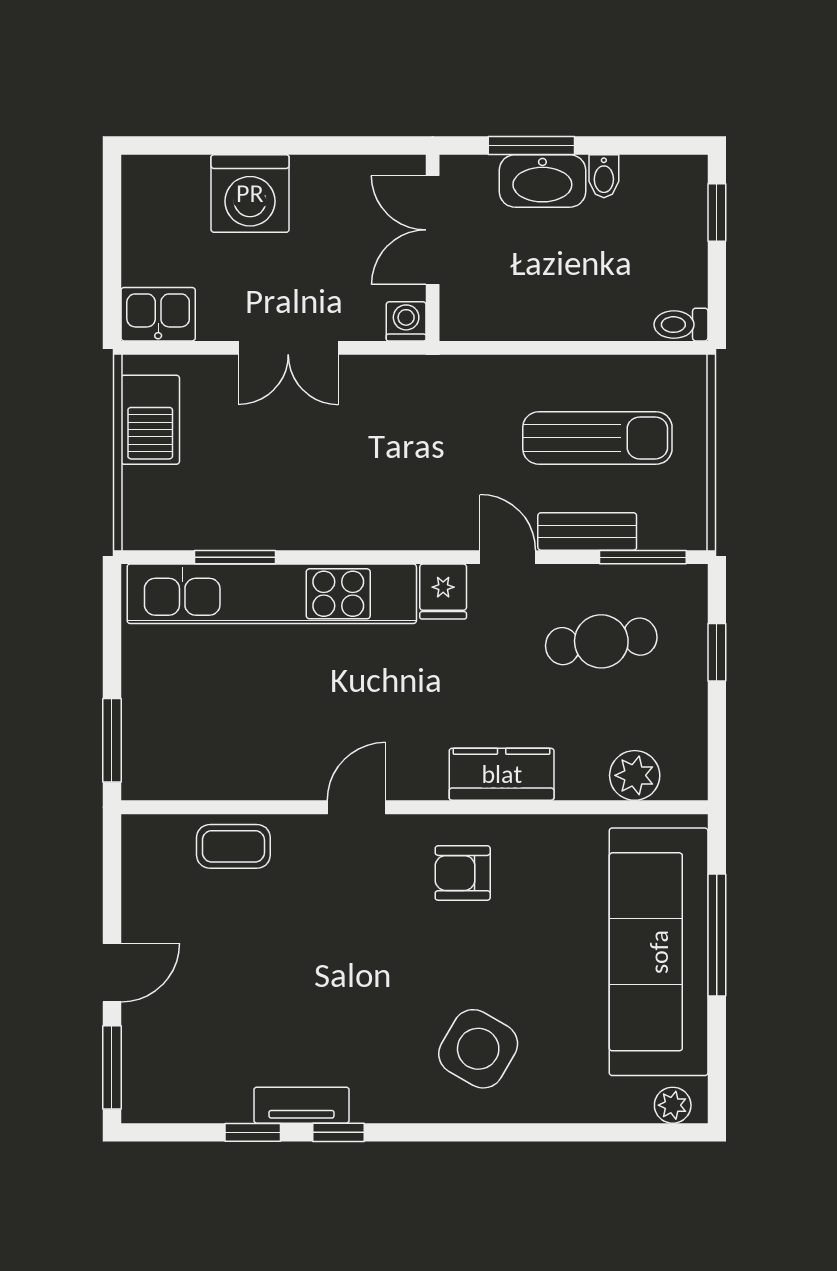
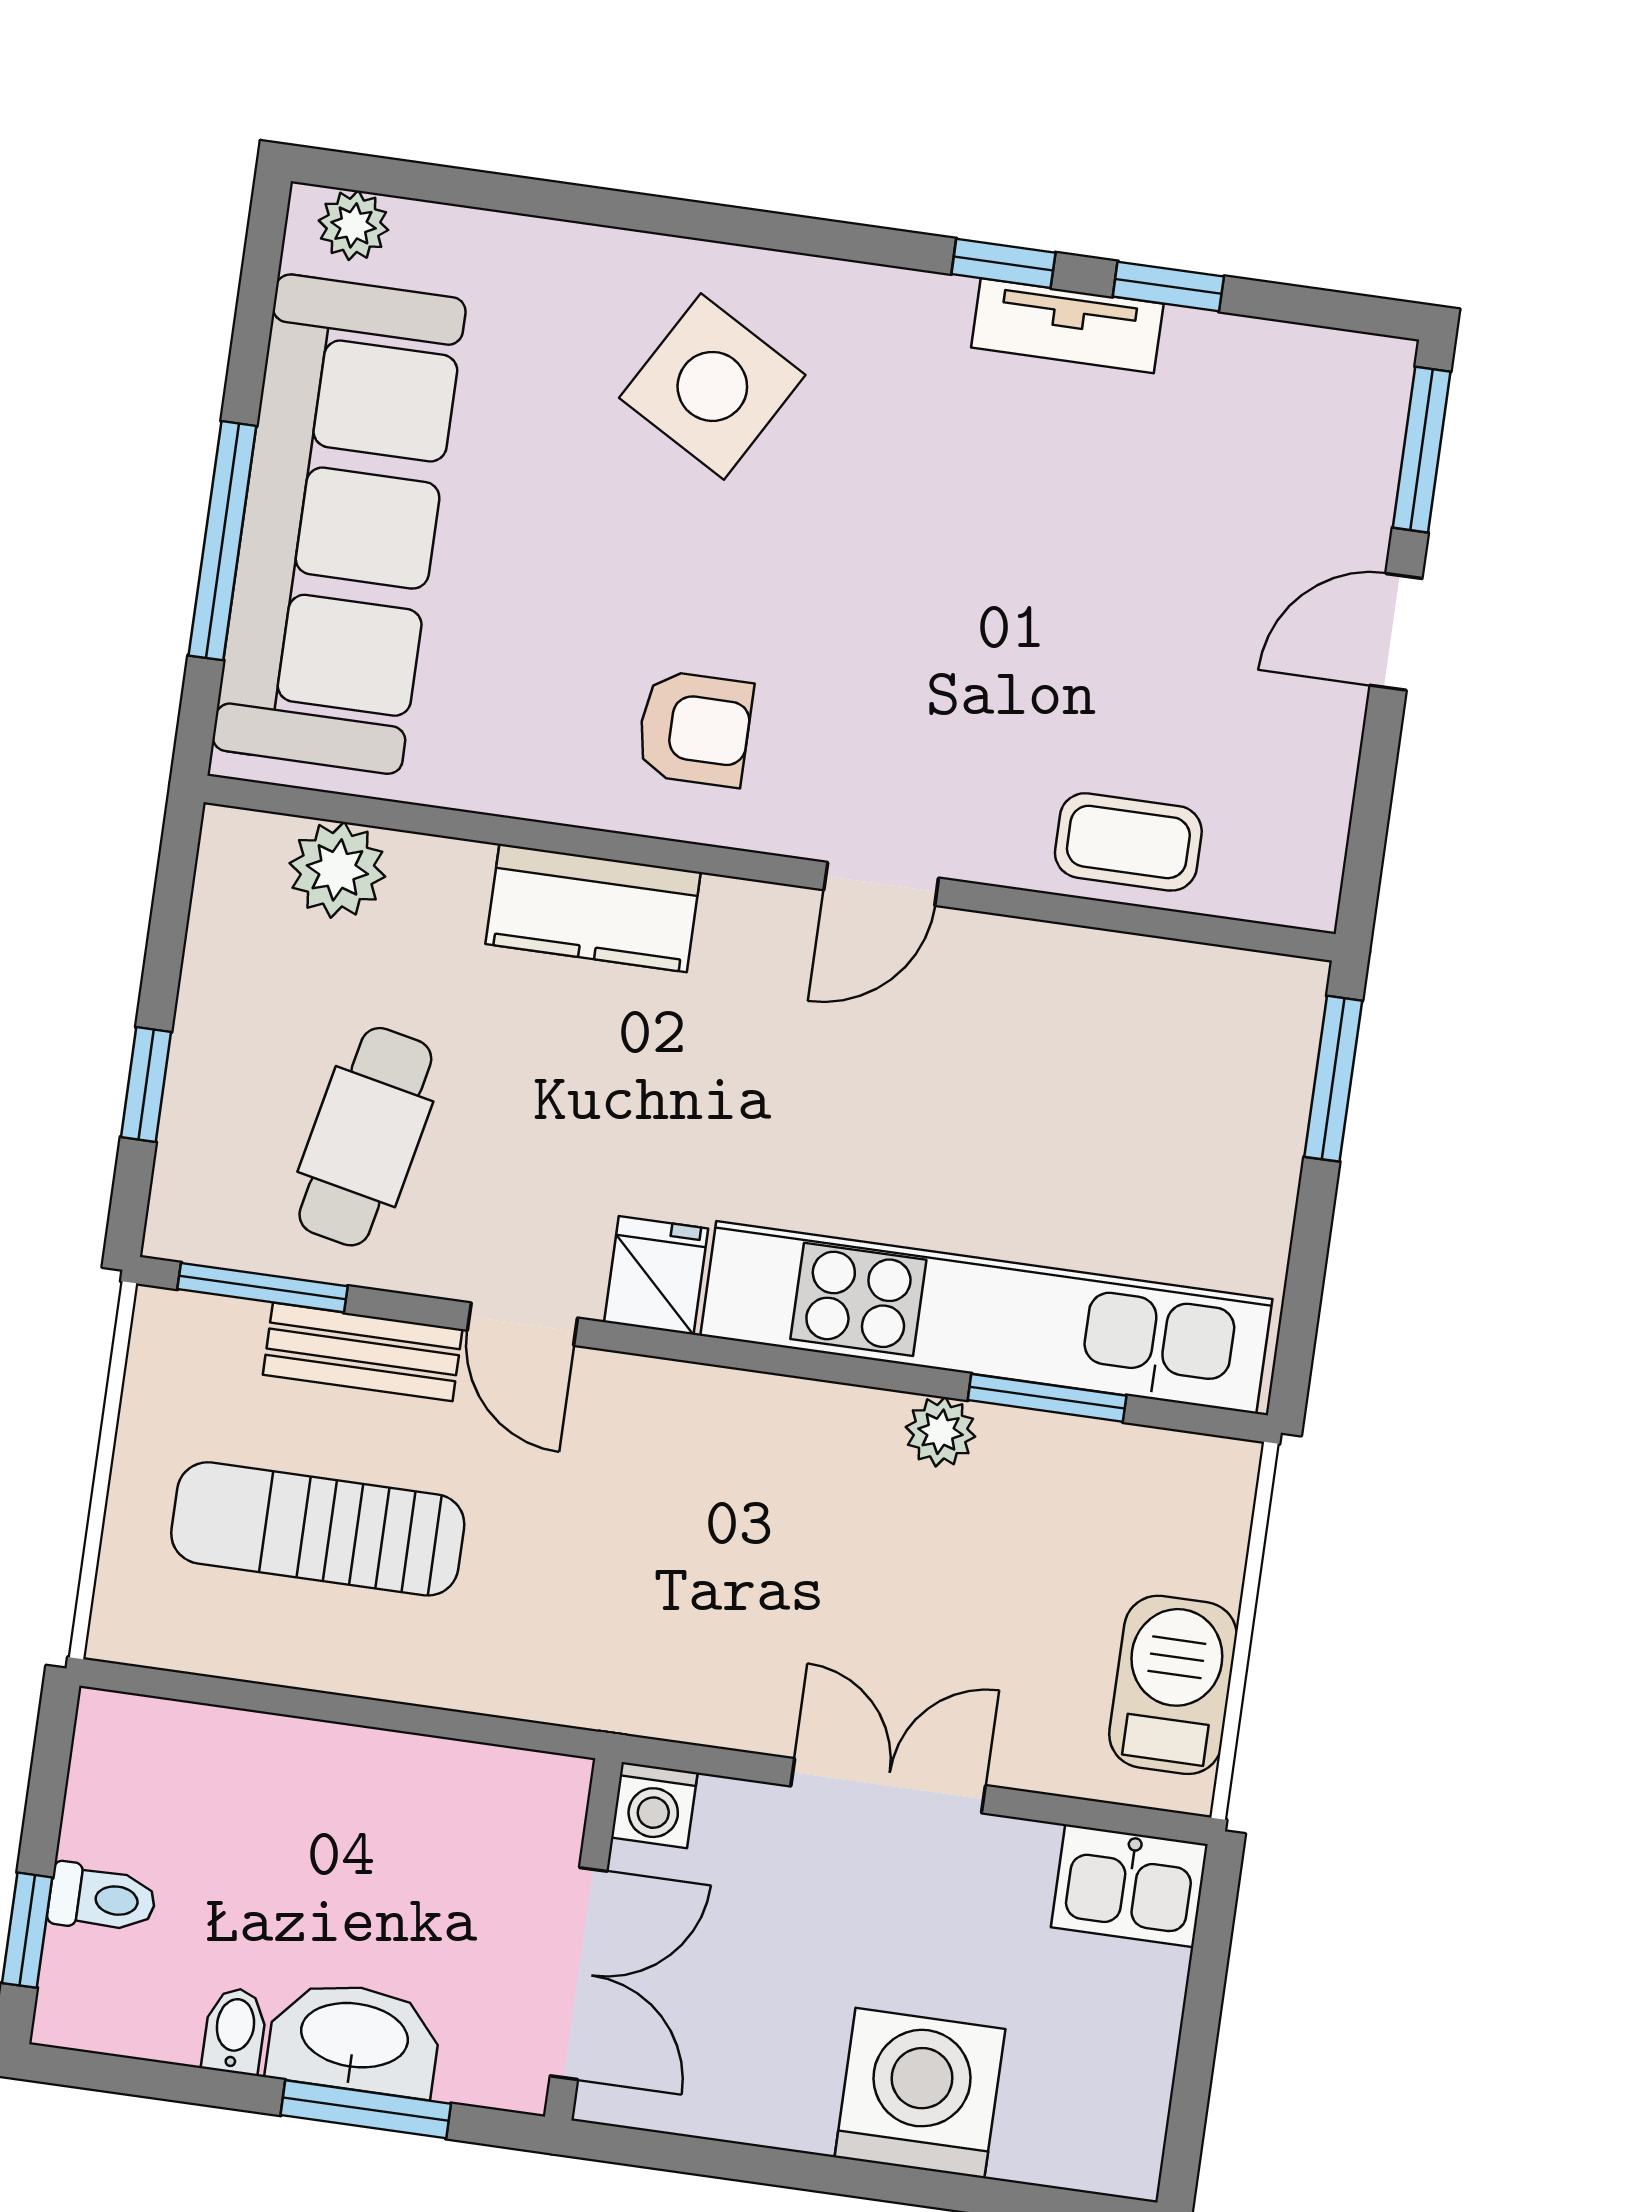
toilet: (681, 325) -> (102, 1899), moved
plant: (287, 532) -> (941, 1432), added
cafe table: (601, 641) -> (365, 1137), turned -71

